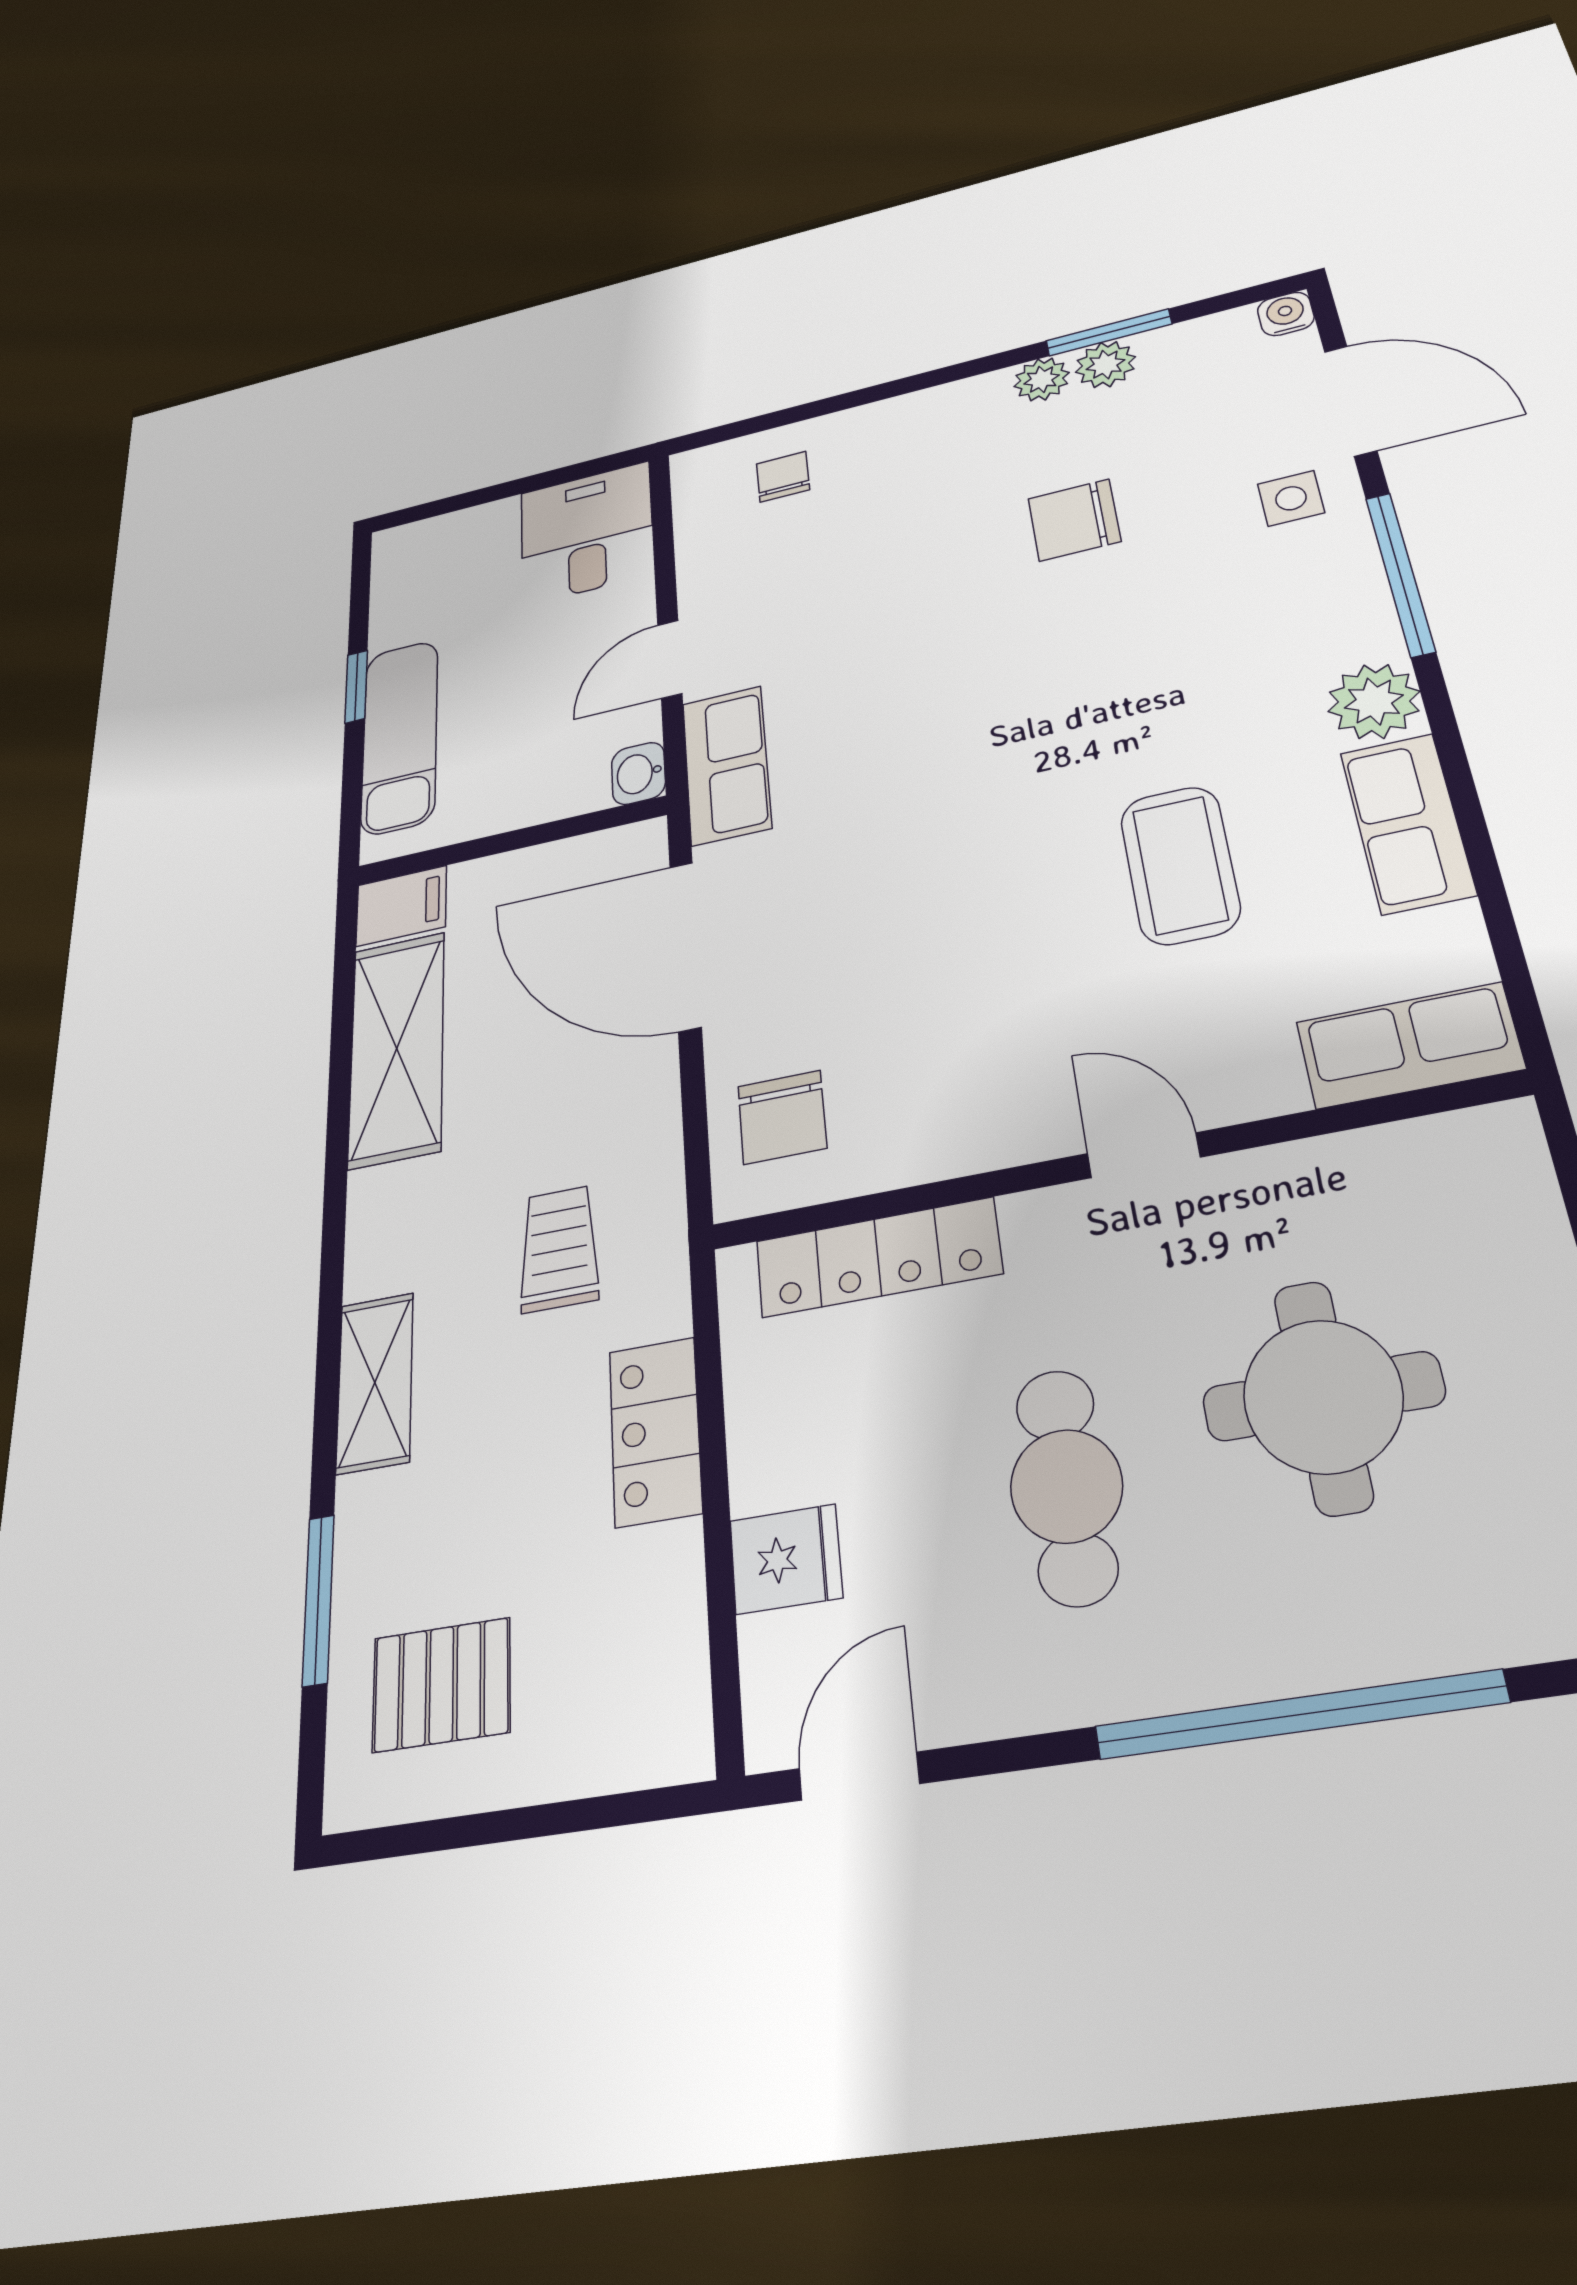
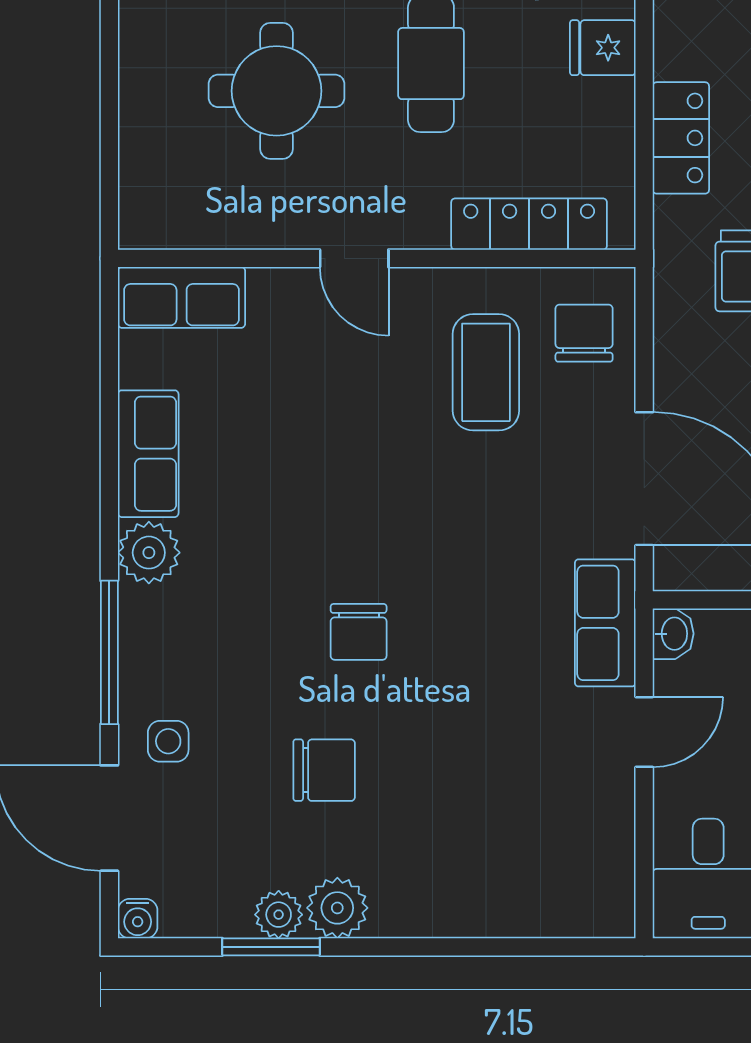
plant: (1042, 379) -> (337, 908), width x1.38, depth x1.38
chair: (783, 477) -> (359, 632), moved, width x1.37, depth x1.37
coffee table: (1180, 865) -> (486, 372), moved

